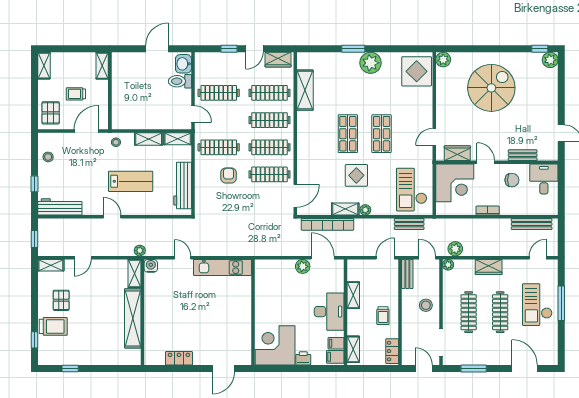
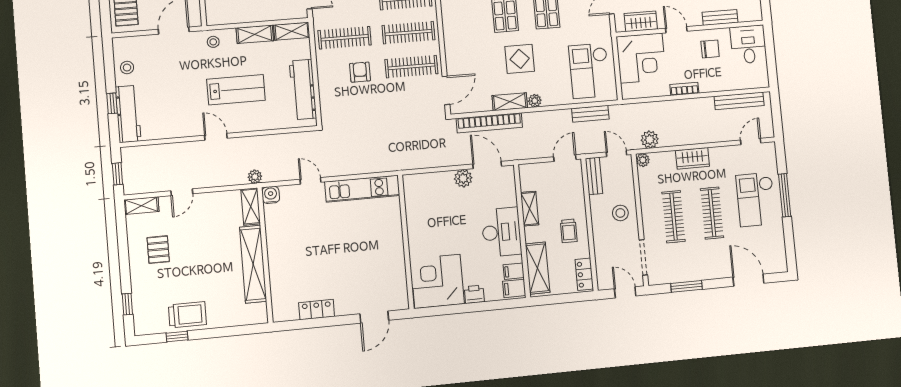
workbench: (60, 207) -> (128, 114), moved, turned 90
trolley: (53, 326) -> (187, 315), moved
shelving: (353, 349) -> (537, 268), width x1.50, depth x1.33

